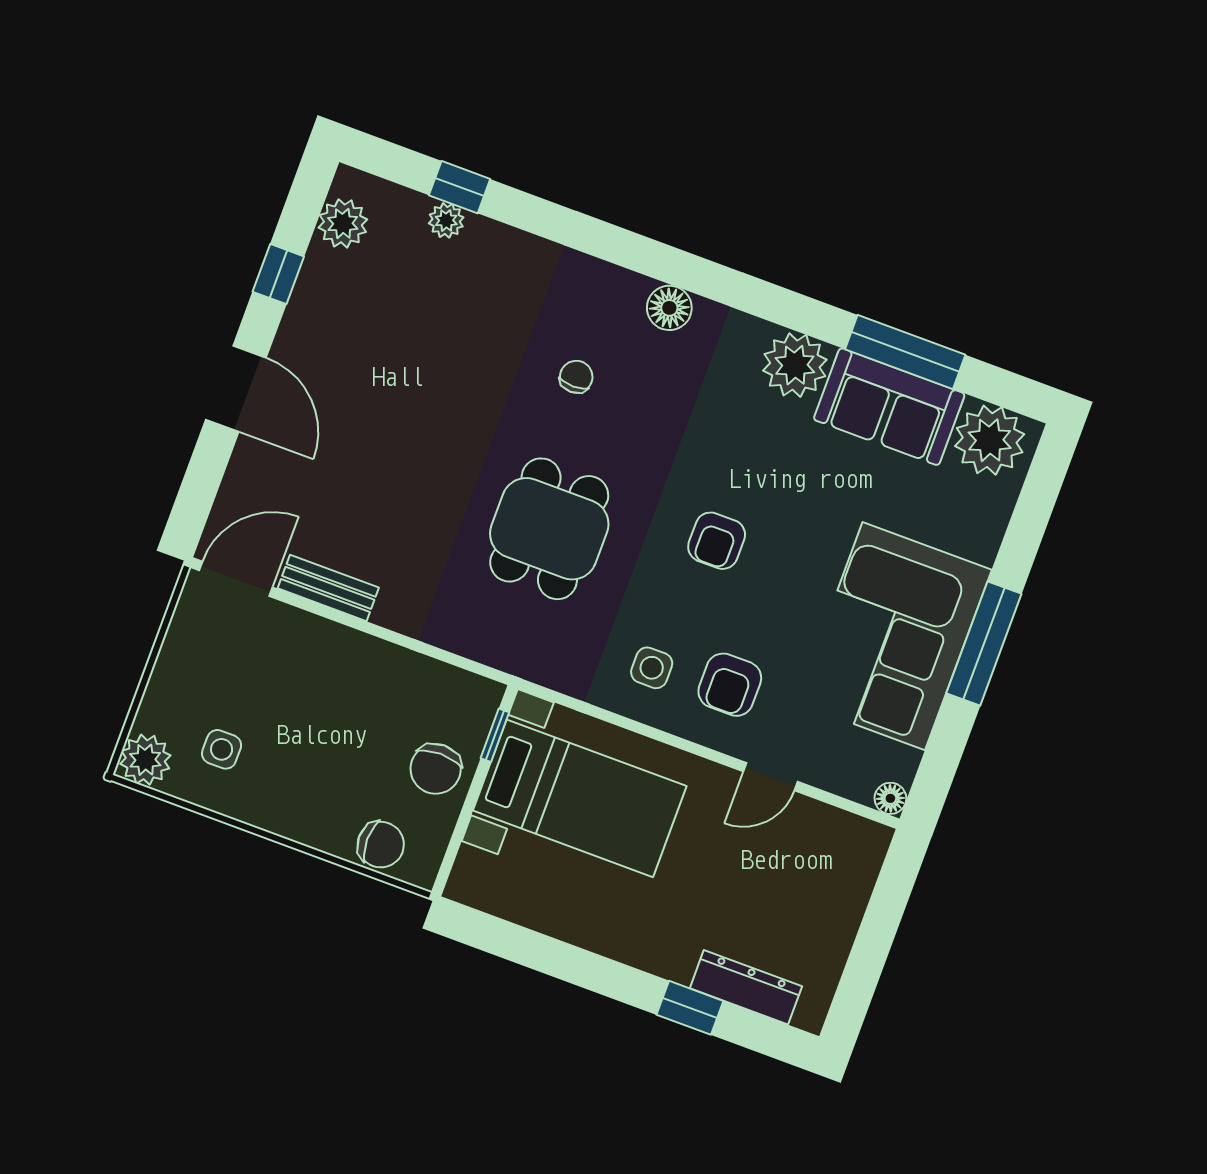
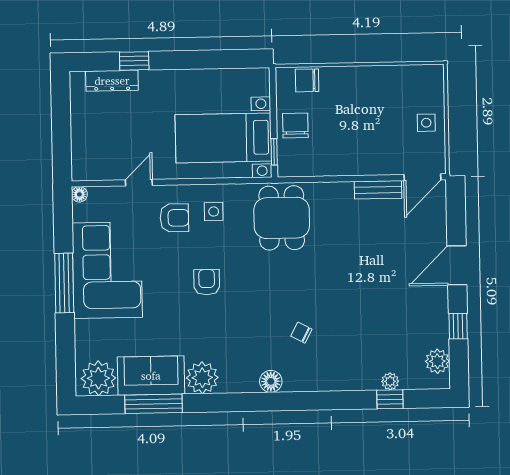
chair: (576, 377) -> (301, 333), turned 118
door: (236, 389) -> (457, 265), hinge flipped
dining table: (549, 529) -> (282, 218), moved
armchair: (730, 685) -> (174, 218), turned 90
side table: (222, 749) -> (426, 123), moved
plant: (145, 760) -> (432, 77), removed

